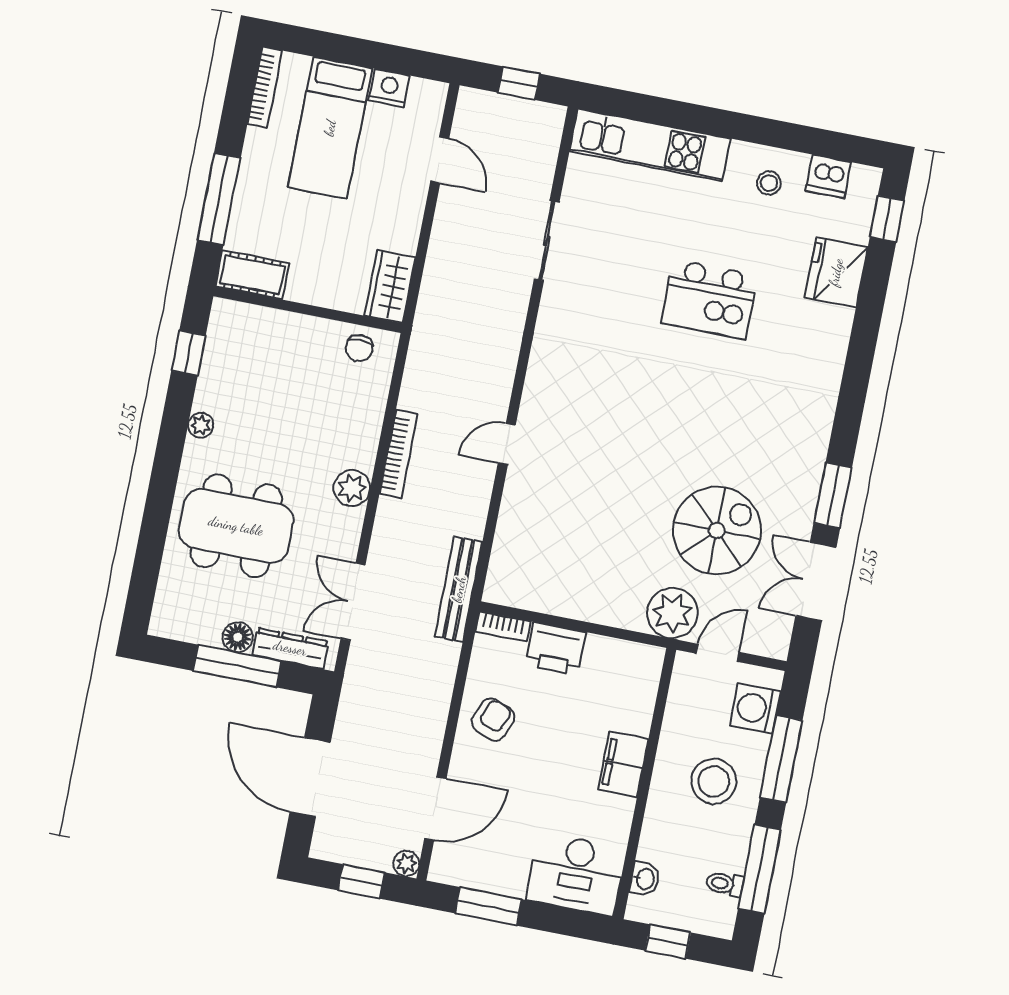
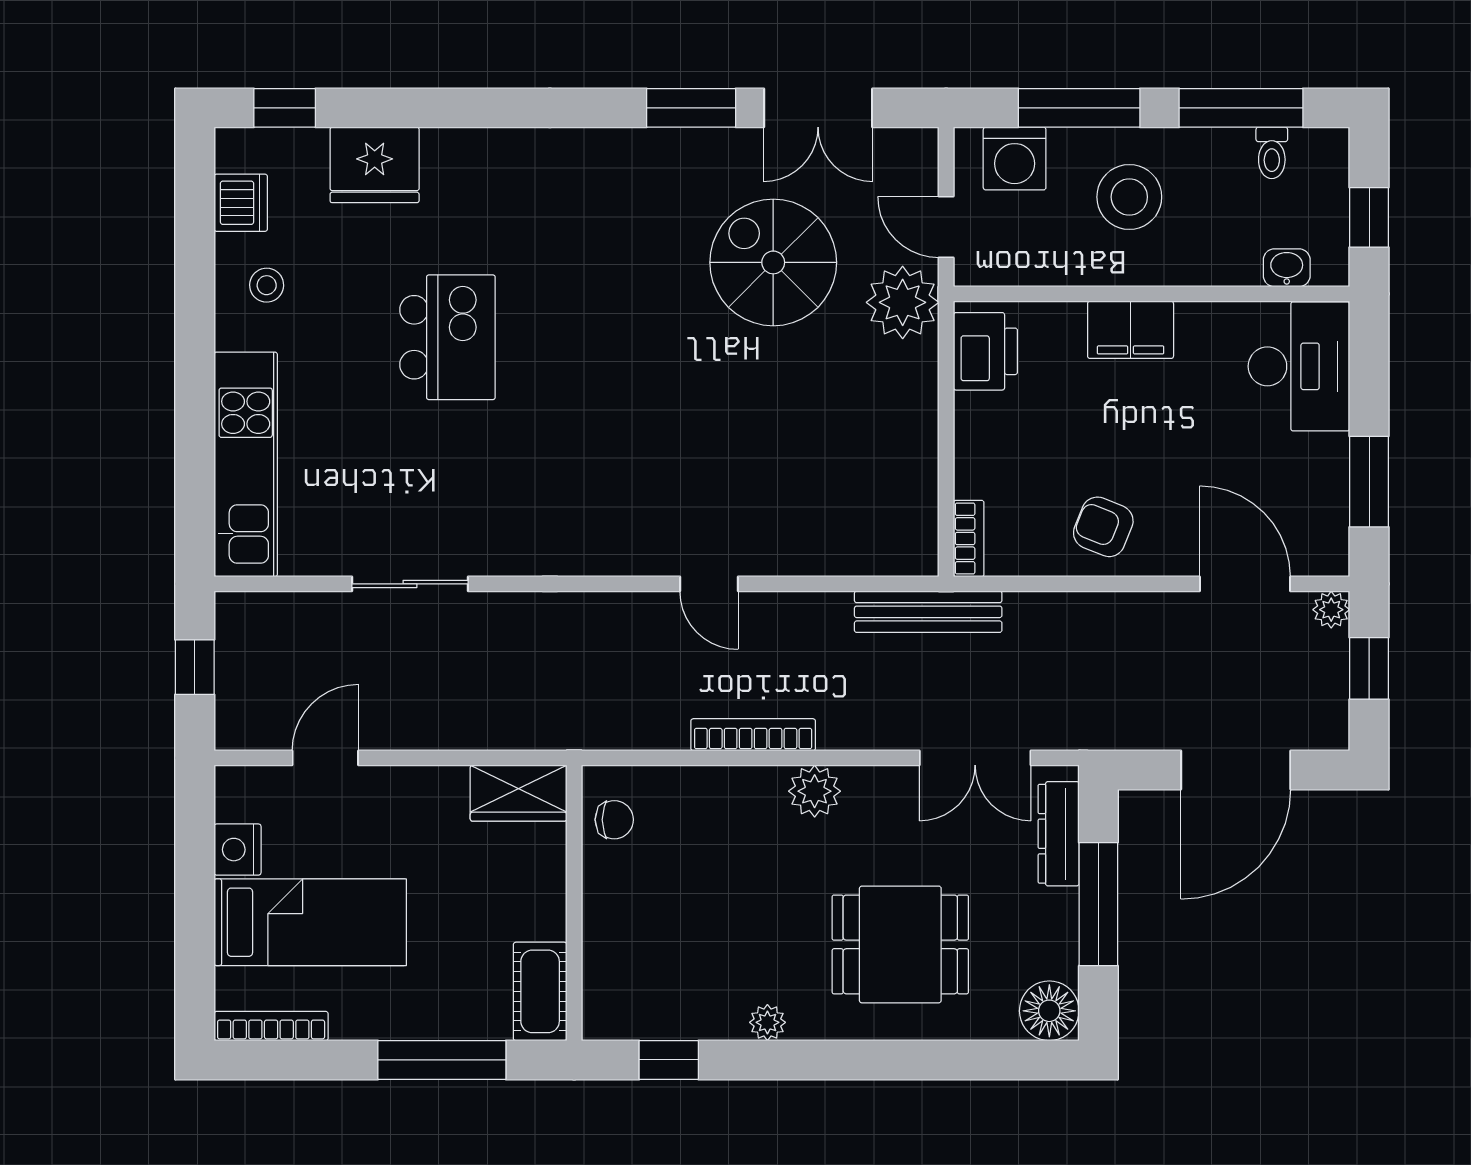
dining table: (236, 526) -> (900, 944), width x0.73
floor lamp: (238, 637) -> (1049, 1011), moved, width x1.38, depth x1.38
printer: (556, 649) -> (985, 351), moved

